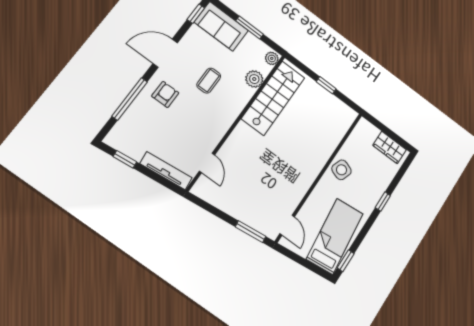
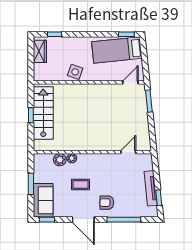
plant: (272, 58) -> (72, 158), moved
stairs: (273, 98) -> (43, 113), moved, turned 90
tv unit: (166, 171) -> (151, 188), moved
window: (383, 202) -> (55, 34), moved

